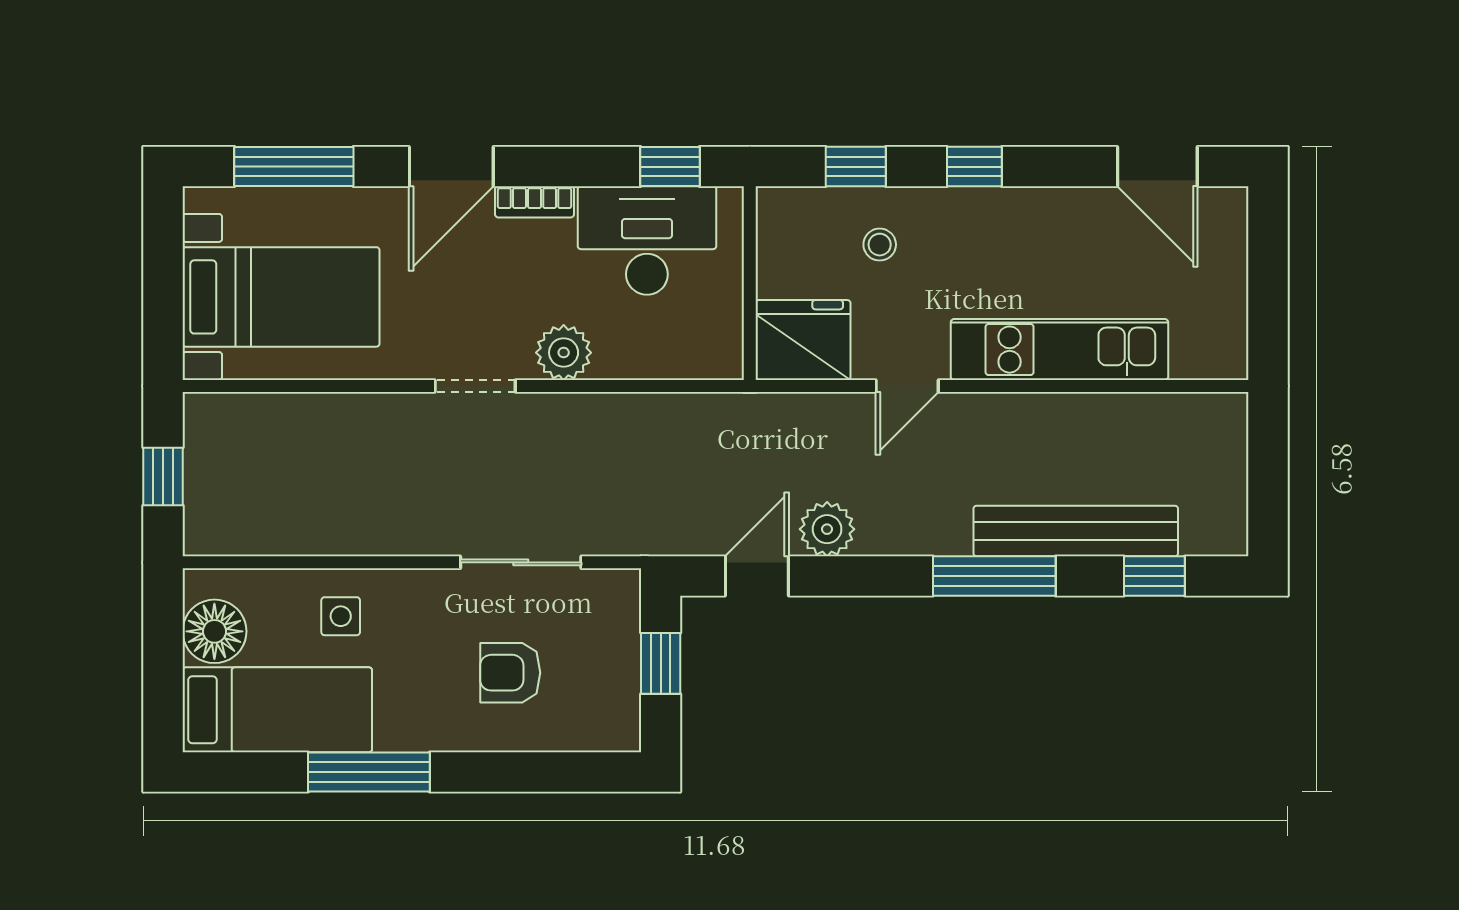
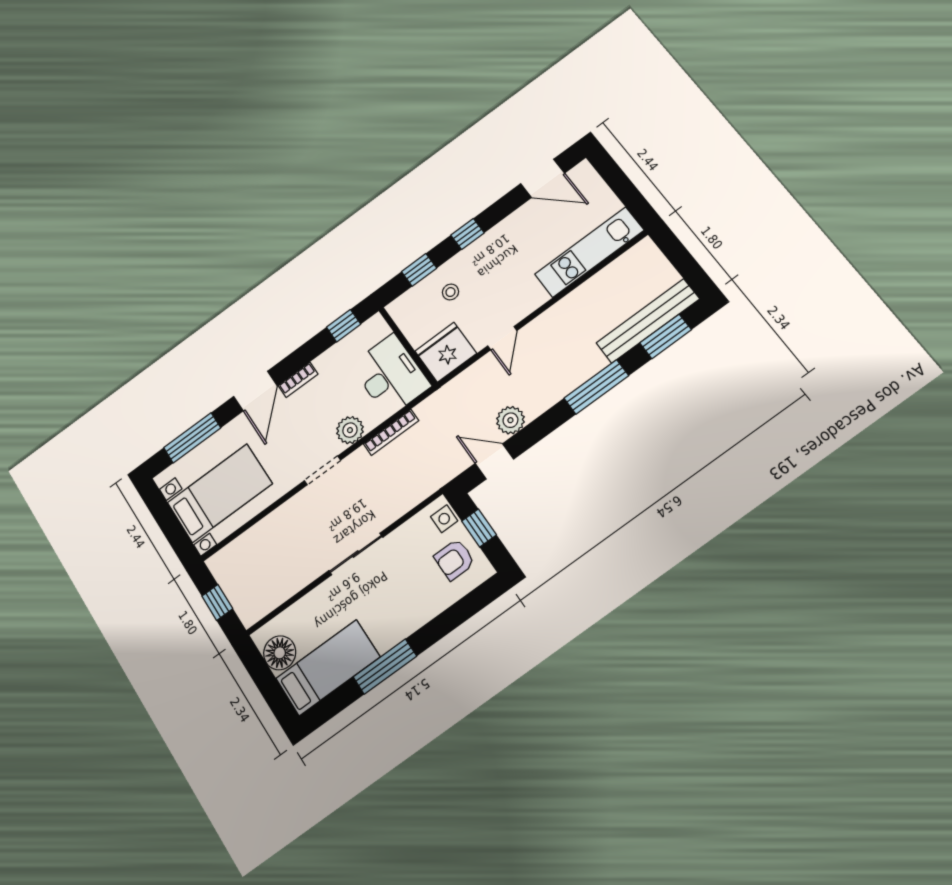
desk: (647, 241) -> (391, 375), moved, turned 90
kitchen unit: (1059, 350) -> (589, 252), moved
bookcase: (627, 406) -> (391, 432), added
bench: (1076, 531) -> (648, 321), moved
sliding door: (521, 562) -> (356, 554), moved
door: (757, 576) -> (494, 461), hinge flipped
window: (1154, 576) -> (666, 336), width x1.50
side table: (341, 616) -> (444, 519), moved
armchair: (510, 673) -> (454, 560), moved

